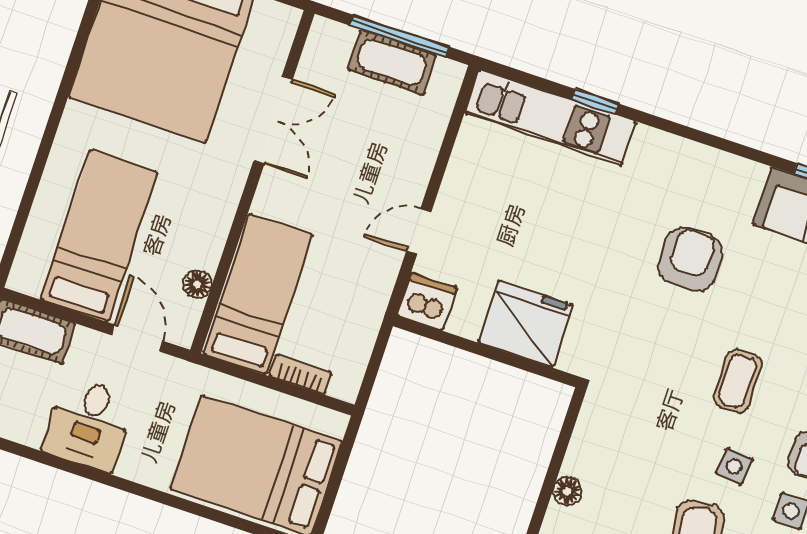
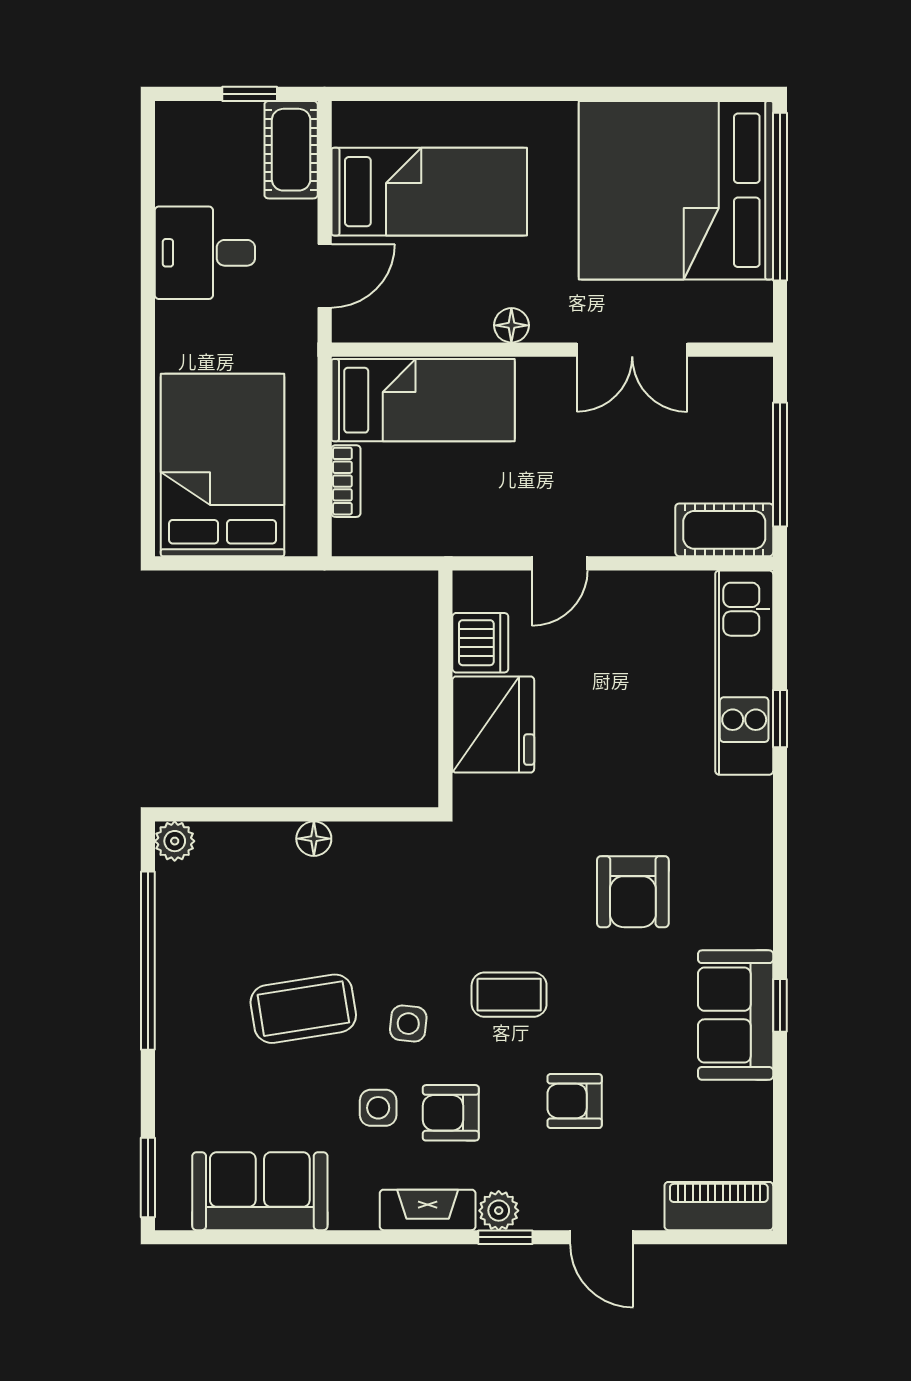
cot: (392, 62) -> (724, 530), moved, turned 90
door: (419, 231) -> (560, 563), swing flipped
armchair: (690, 259) -> (633, 892), turned 90
floor lamp: (197, 284) -> (511, 325), moved
dishwasher: (427, 302) -> (480, 643), moved

